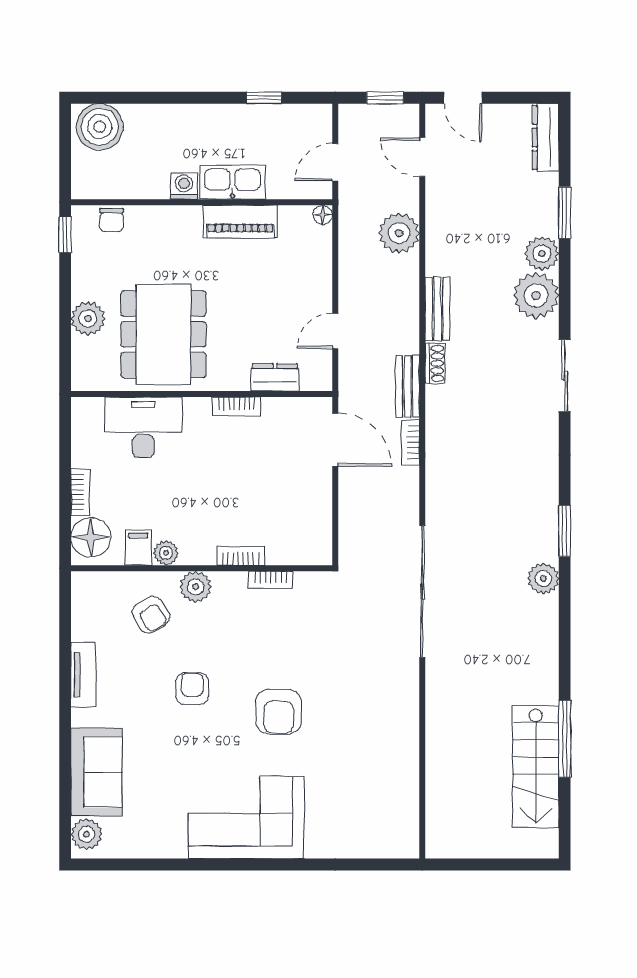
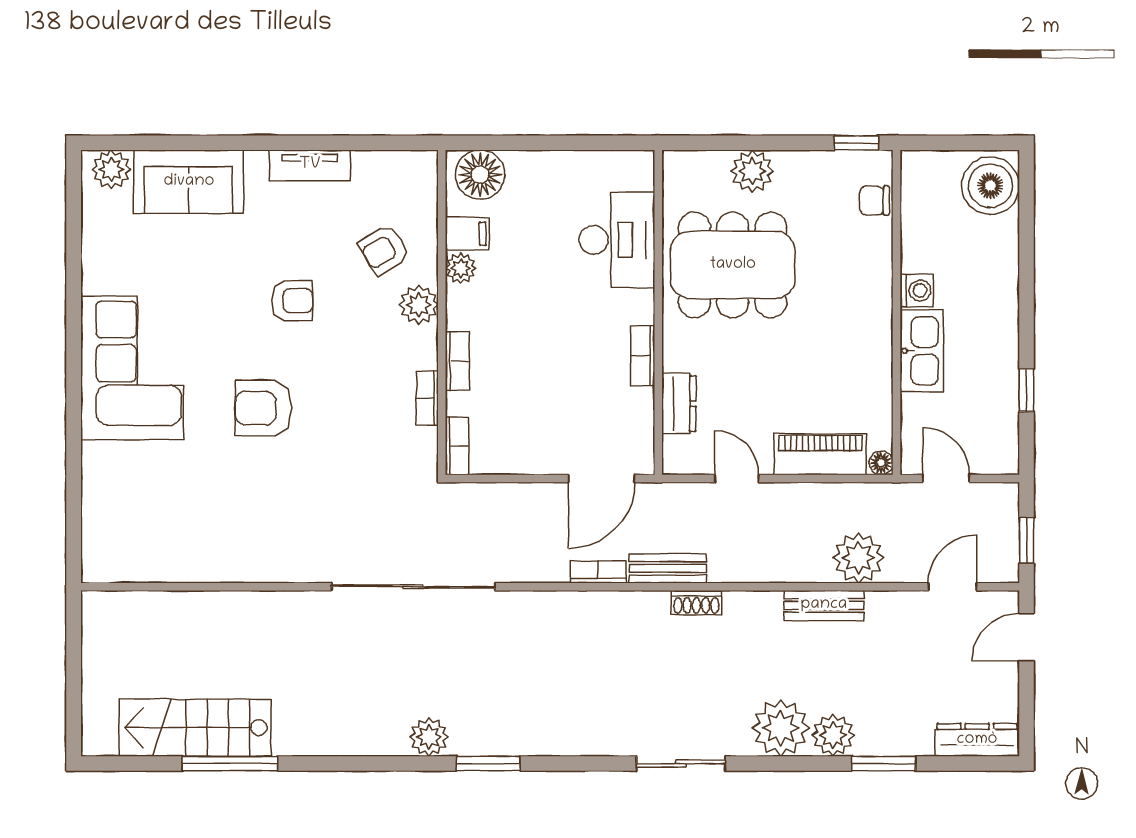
piano: (240, 222) -> (820, 454), moved, turned 90
bench: (437, 309) -> (824, 605), moved
bookcase: (80, 492) -> (457, 446), moved, turned -90

